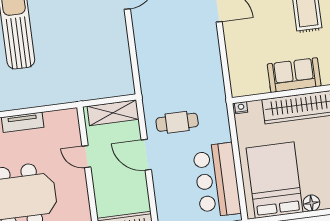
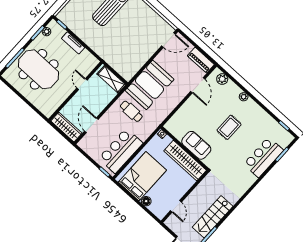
booth: (163, 69) -> (149, 85), added
door: (146, 155) -> (91, 125), moved

